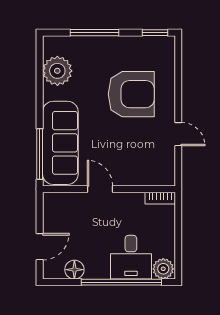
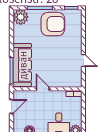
plant: (57, 71) -> (21, 17), moved
armchair: (131, 94) -> (53, 24), moved
door: (40, 247) -> (11, 106), moved

